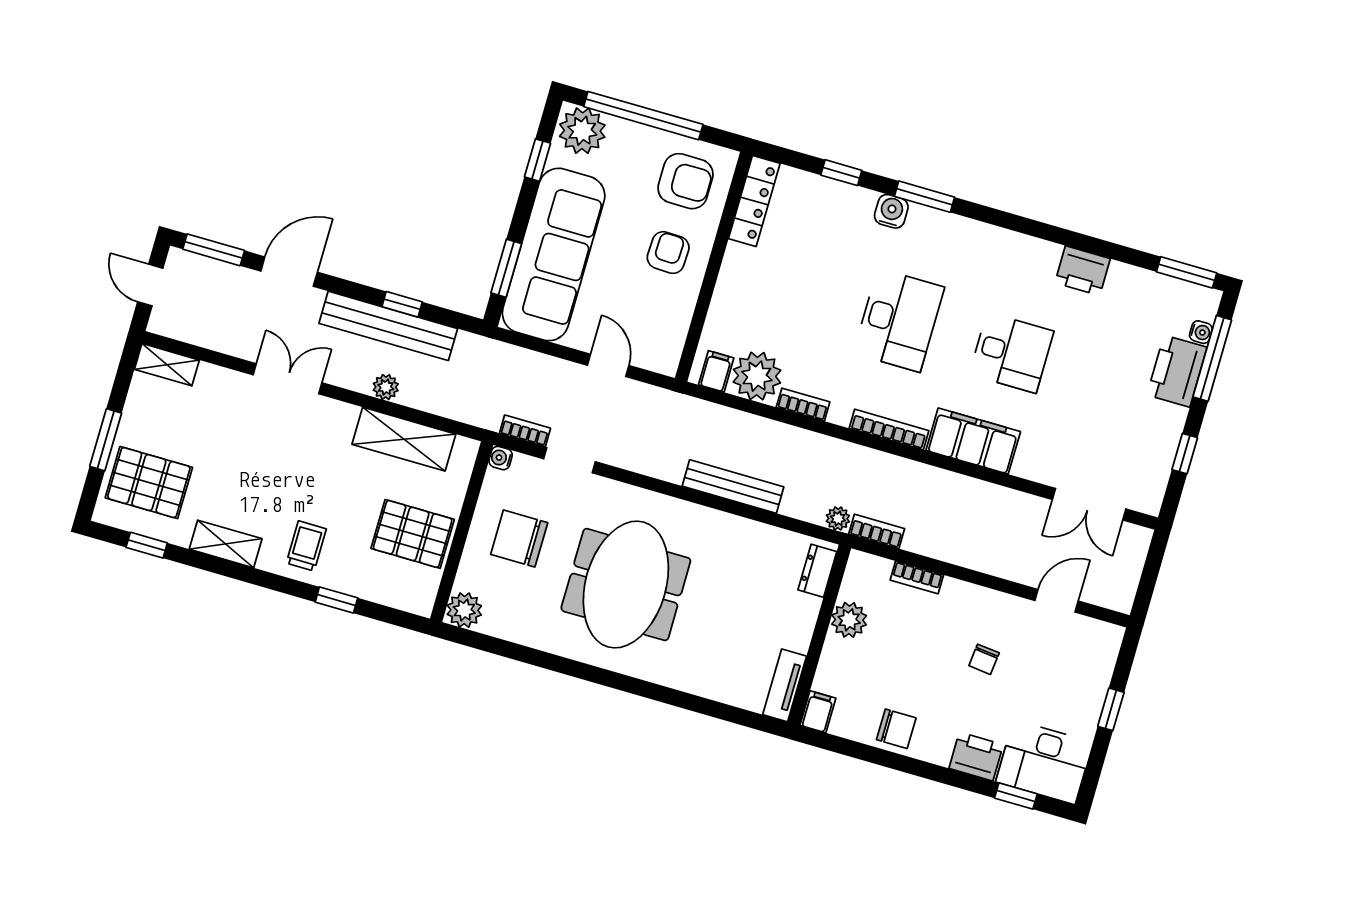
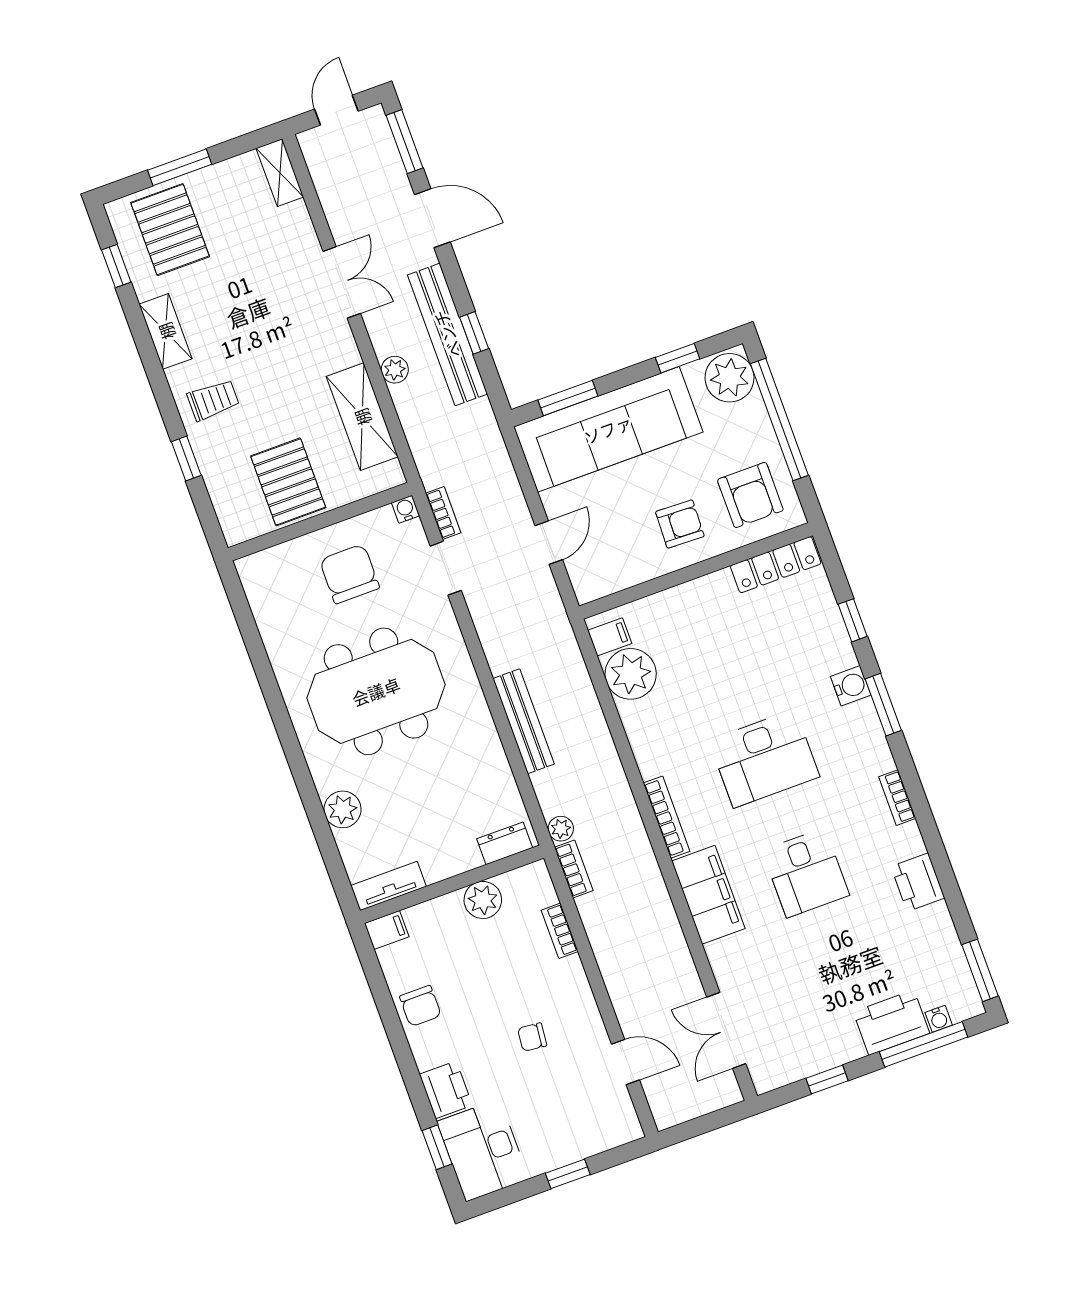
bookcase: (803, 405) -> (897, 798), moved, turned 180
plant: (464, 610) -> (342, 809), moved

